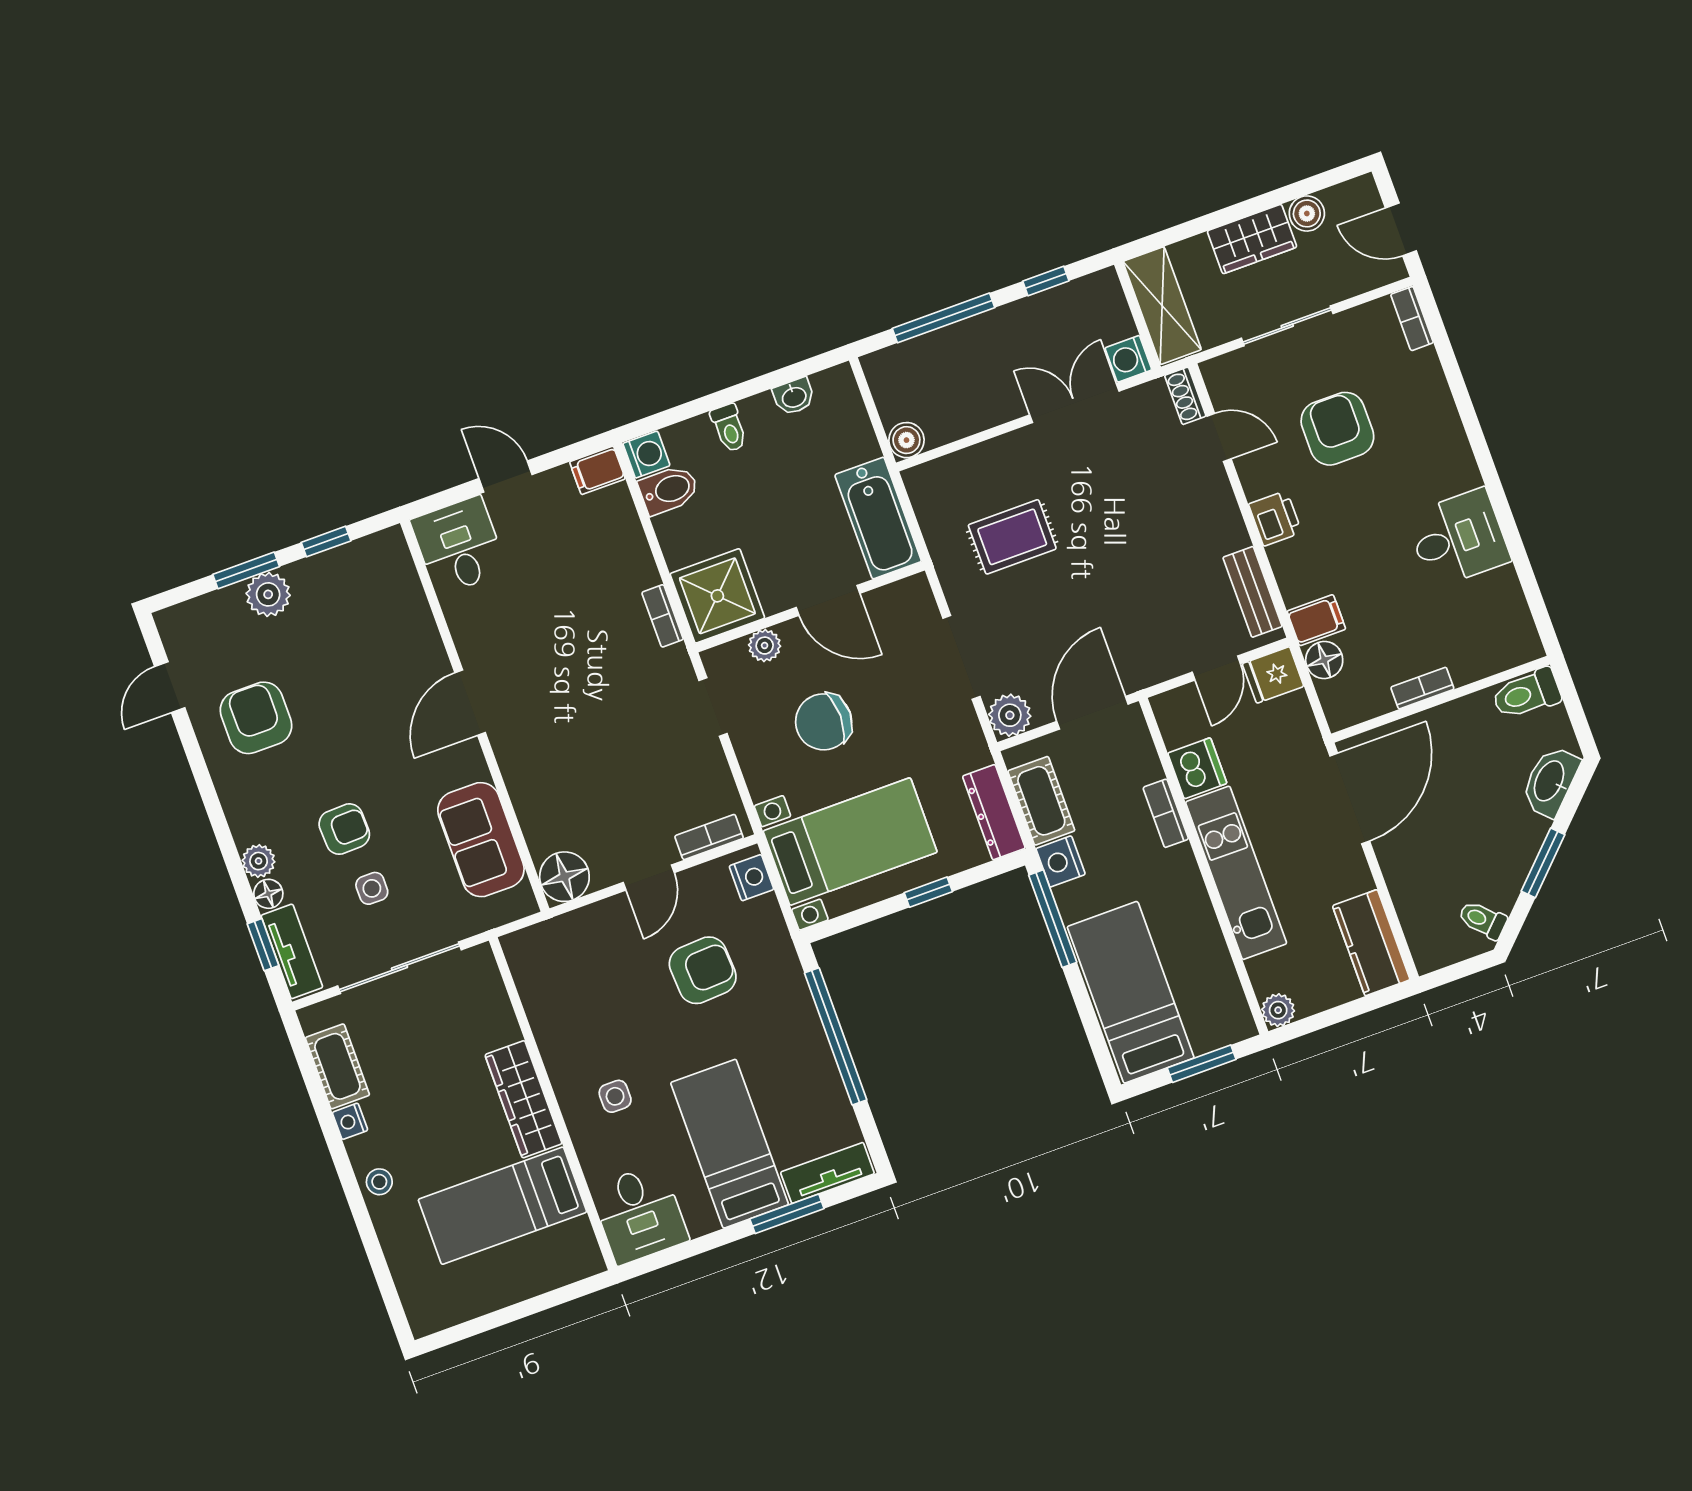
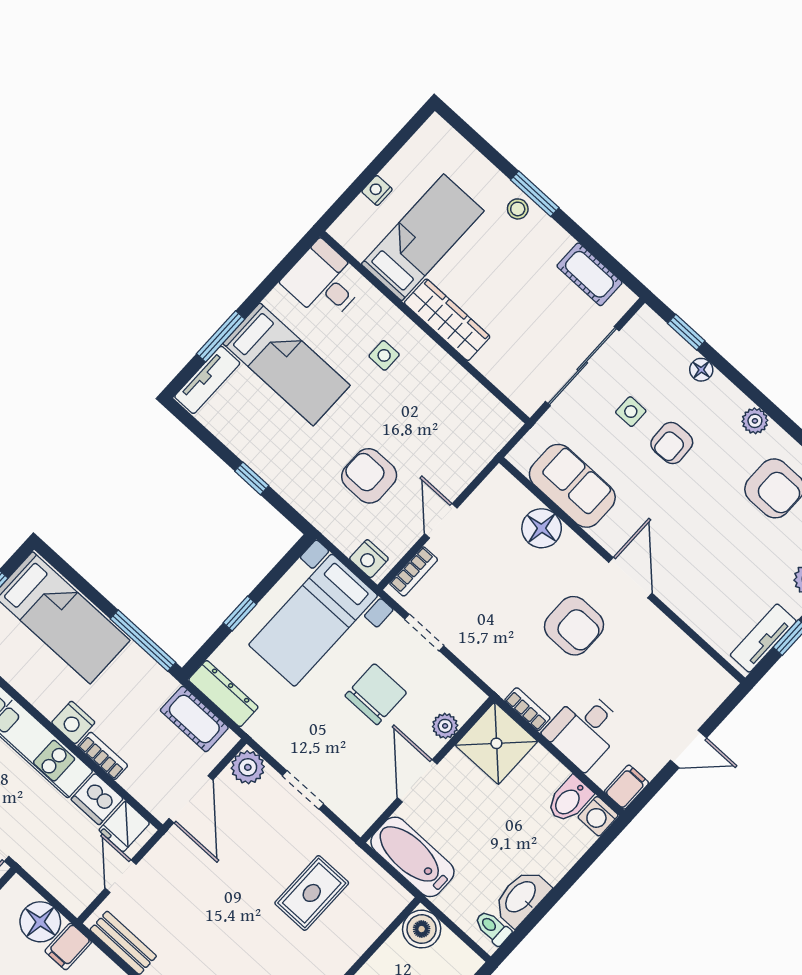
washbasin: (794, 397) -> (521, 897), width x1.91, depth x1.45
toilet: (729, 428) -> (493, 928), moved
boiler: (906, 440) -> (422, 929), width x1.36, depth x1.36
desk: (459, 546) -> (584, 730), moved, turned 90
door: (828, 600) -> (417, 781), hinge flipped
doorway: (961, 657) -> (303, 790), width x0.73
floor lamp: (1324, 660) -> (40, 922), width x1.38, depth x1.38
fridge: (1273, 675) -> (124, 827), moved, turned 180
armchair: (561, 682) -> (574, 626), added
doorway: (713, 707) -> (424, 633), moved
plant: (259, 861) -> (755, 421), moved
nightstand: (1061, 861) -> (73, 722), moved, turned 180
floor lamp: (564, 877) -> (542, 528), moved
tv unit: (292, 951) -> (763, 638), moved, turned 90
armchair: (703, 970) -> (369, 476), turned 93
window: (836, 1036) -> (252, 478), width x0.32
nightstand: (350, 1121) -> (377, 190), moved, turned -90
window: (351, 1189) -> (535, 194), added

